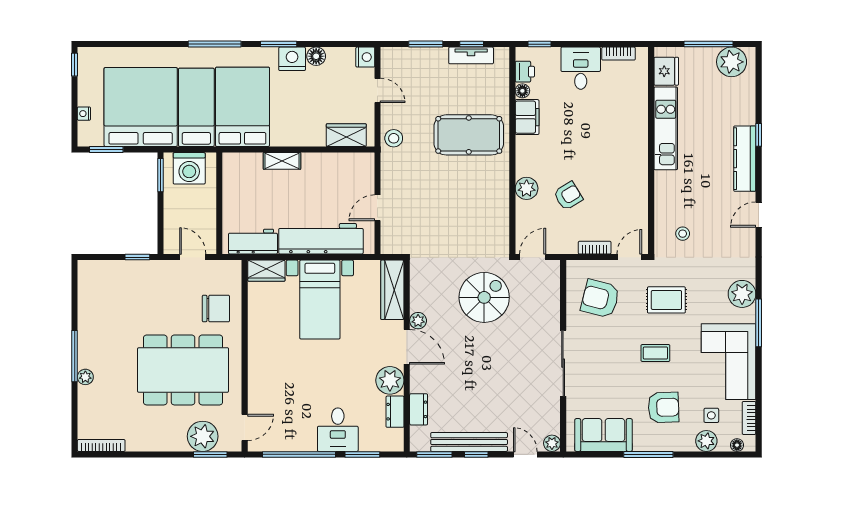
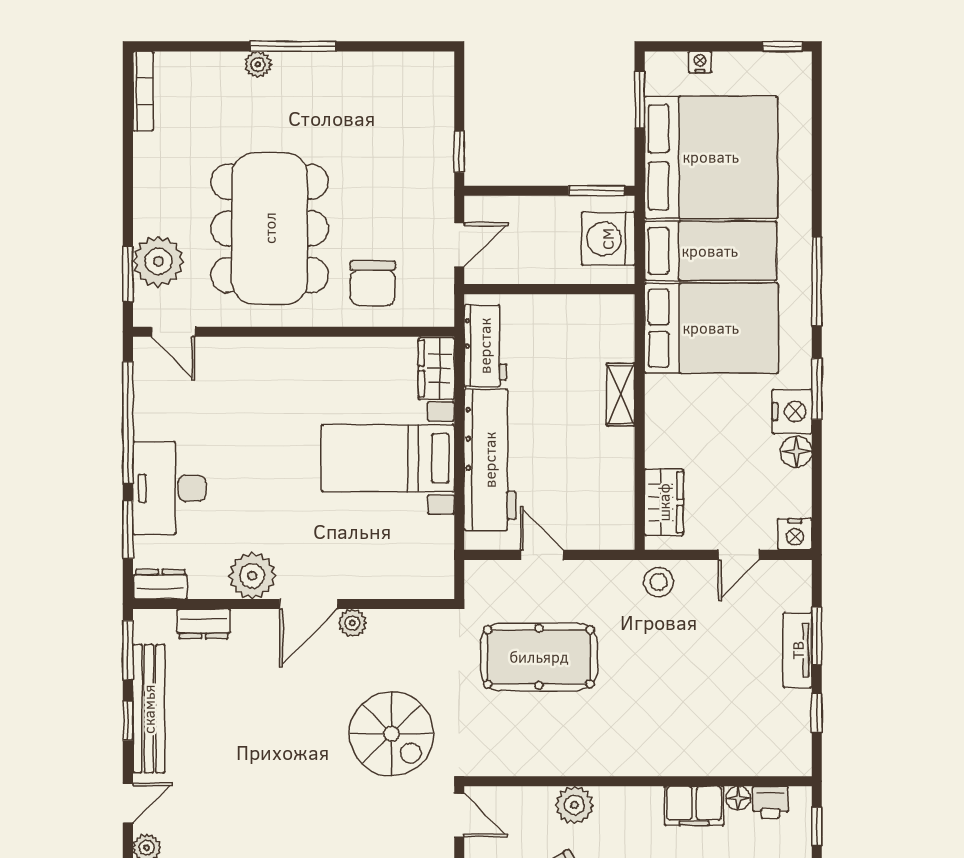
tv unit: (471, 55) -> (798, 650), moved
pool table: (469, 135) -> (539, 657), moved, turned 90
wardrobe: (392, 290) -> (404, 580), removed
dresser: (395, 412) -> (160, 584), moved
desk: (338, 430) -> (169, 488), width x1.37

